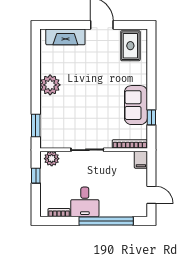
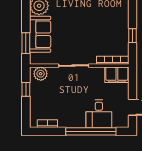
sofa: (136, 105) -> (40, 34), moved, turned 180
filing cabinet: (141, 160) -> (117, 75), width x2.00
desk: (85, 202) -> (99, 114), moved

